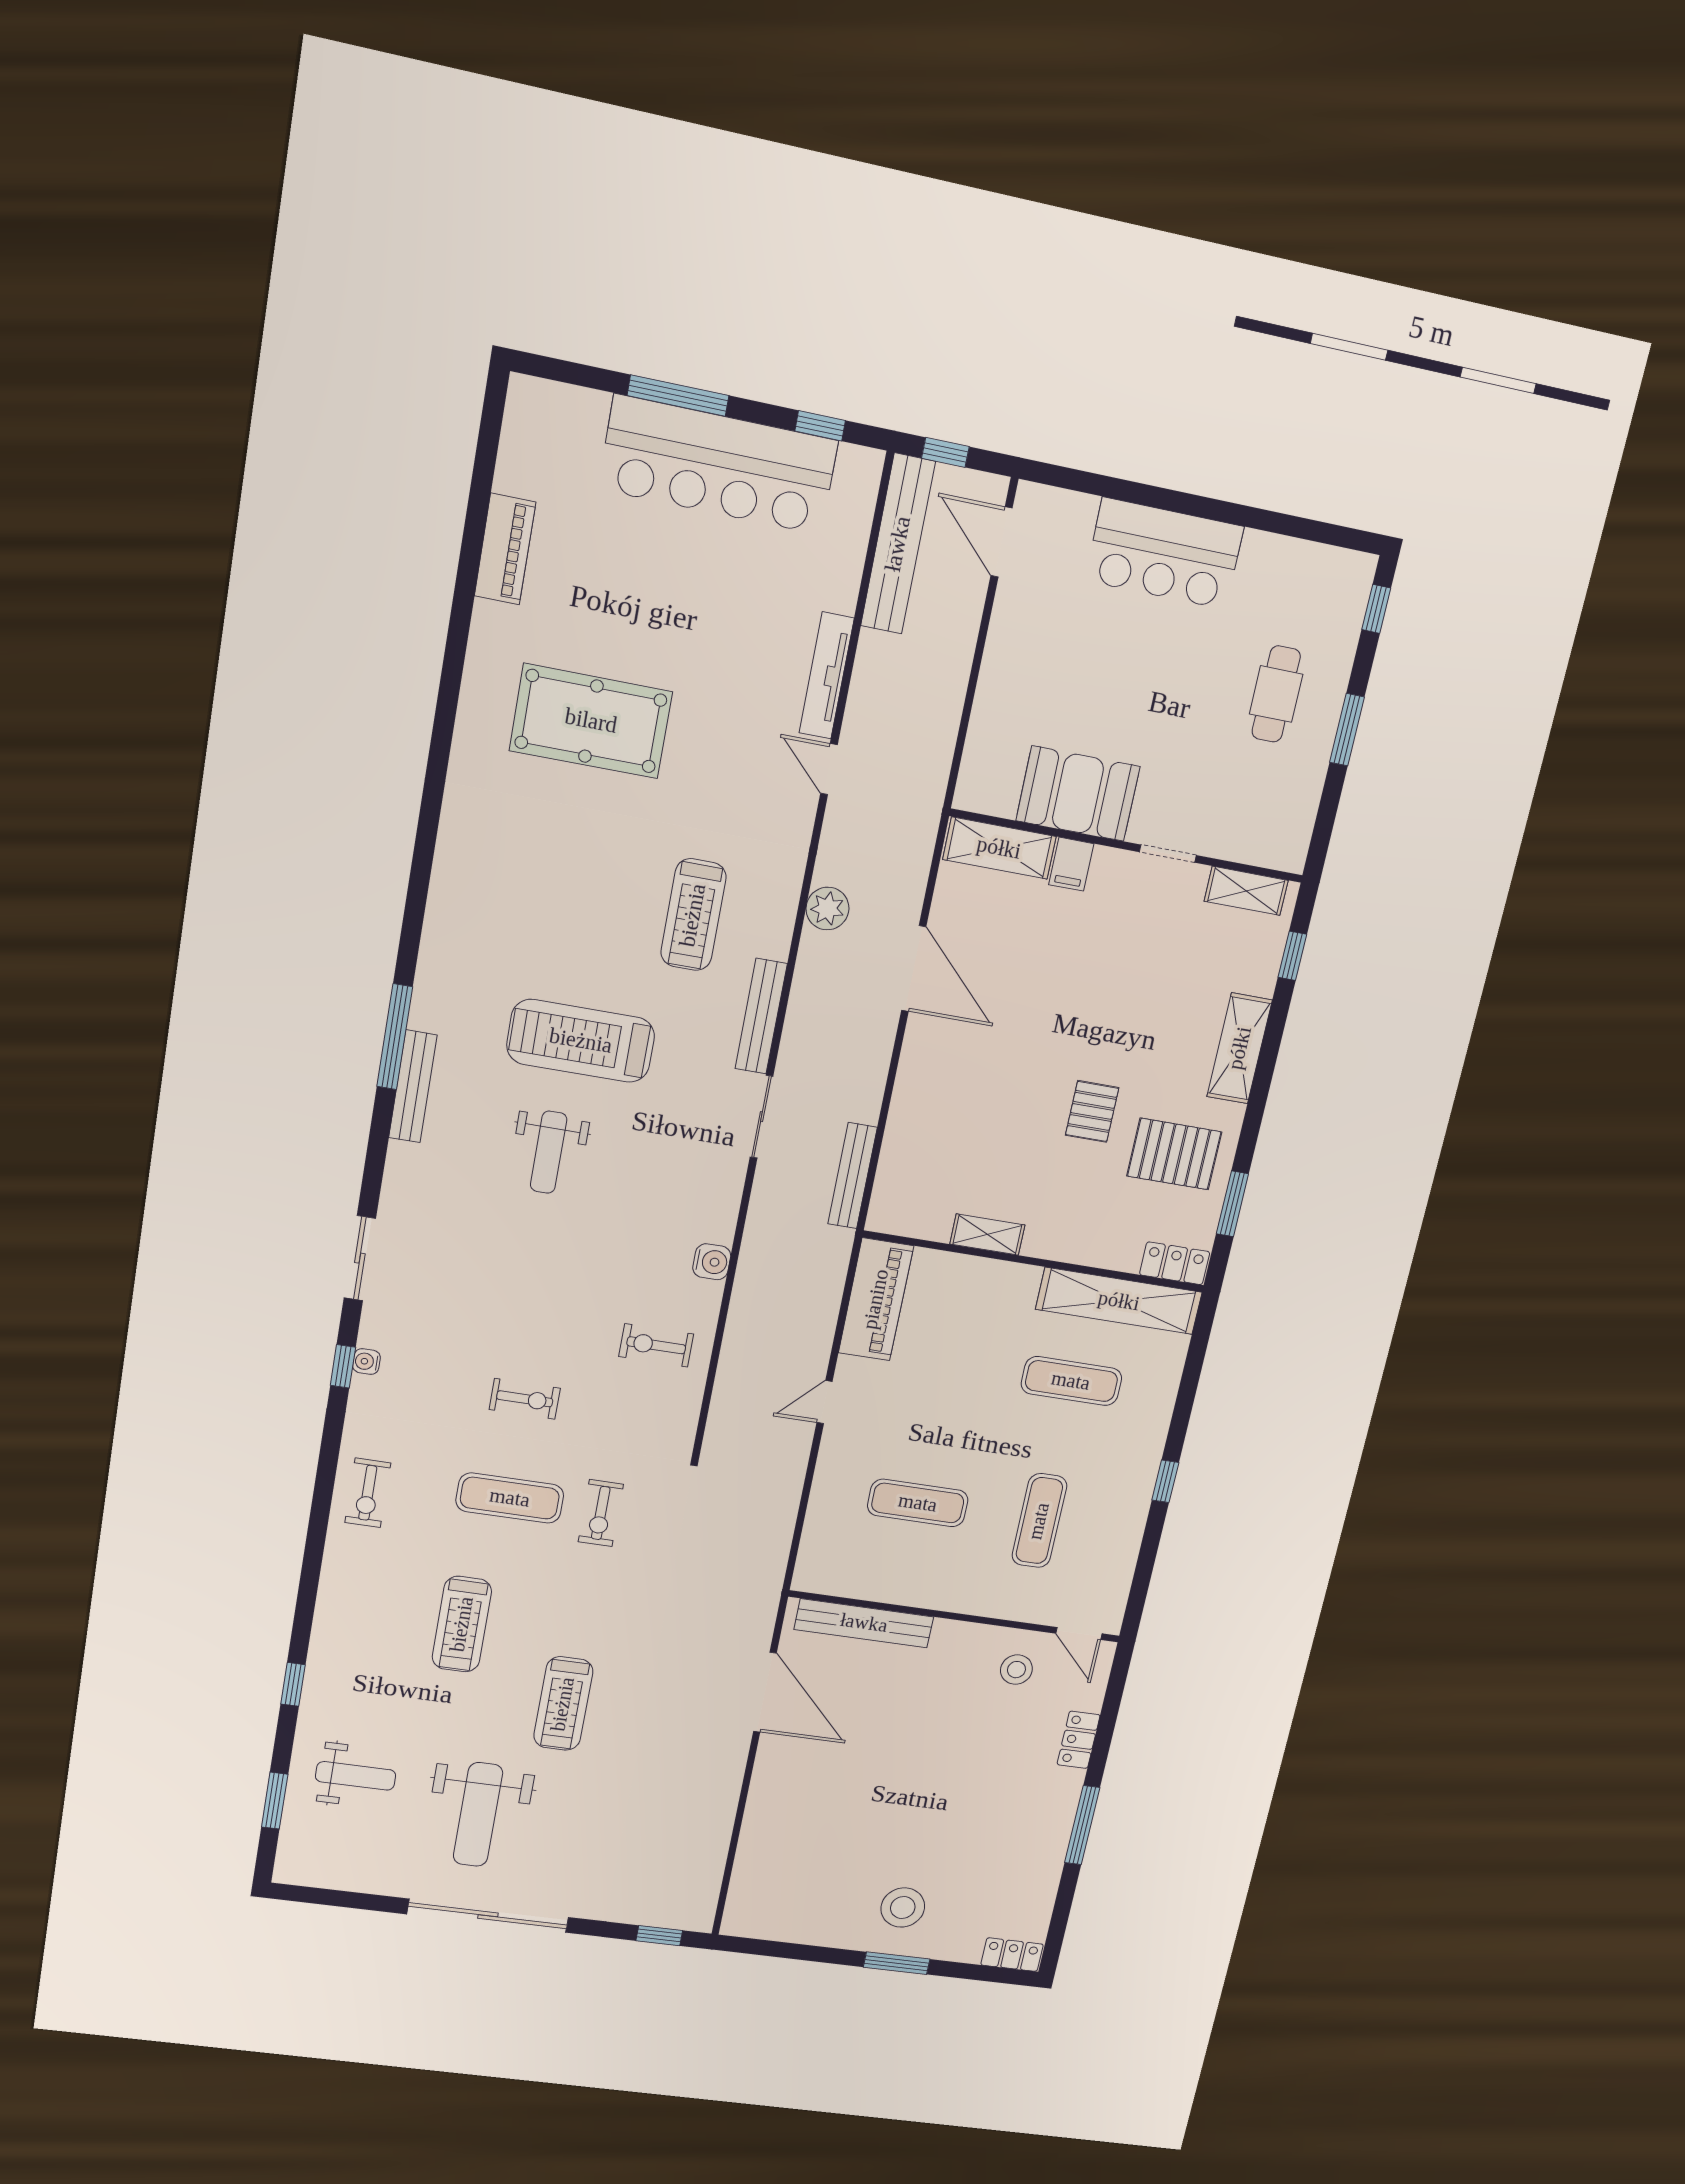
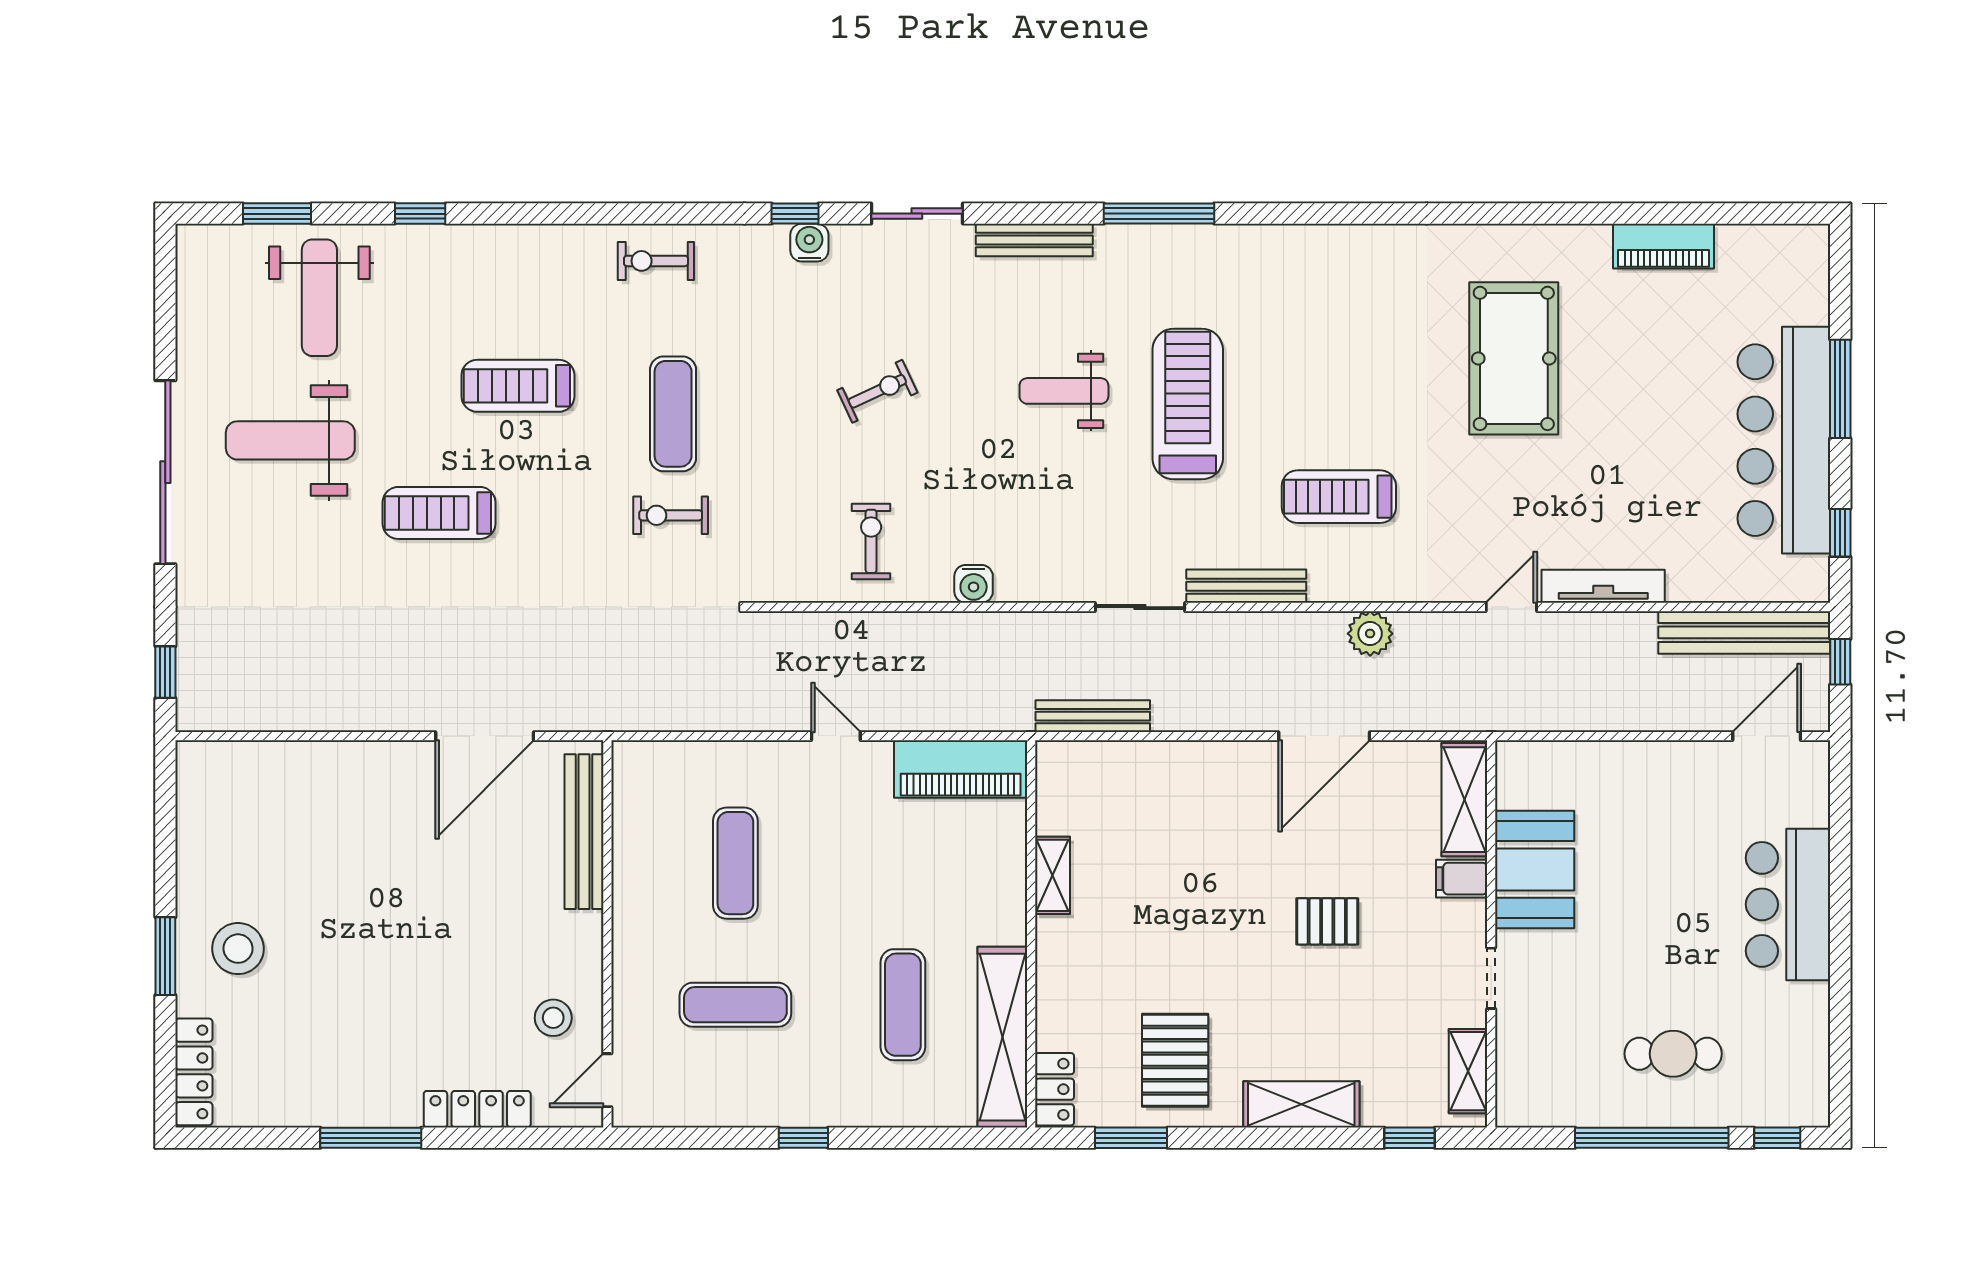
window: (1347, 730) -> (1652, 1138), width x2.11
bench: (413, 1086) -> (1034, 240), moved
pallet: (1092, 1111) -> (1327, 921), moved
water cooler: (366, 1362) -> (809, 243), width x1.38, depth x1.38
exercise bike: (525, 1399) -> (877, 391), moved, turned -115
locker: (1079, 1740) -> (477, 1109), width x1.53
weight bench: (356, 1776) -> (319, 298), width x1.36, depth x1.33
locker: (1012, 1955) -> (194, 1072), width x1.53

